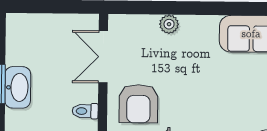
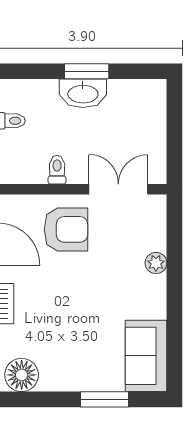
armchair: (138, 104) -> (66, 229), turned 180

